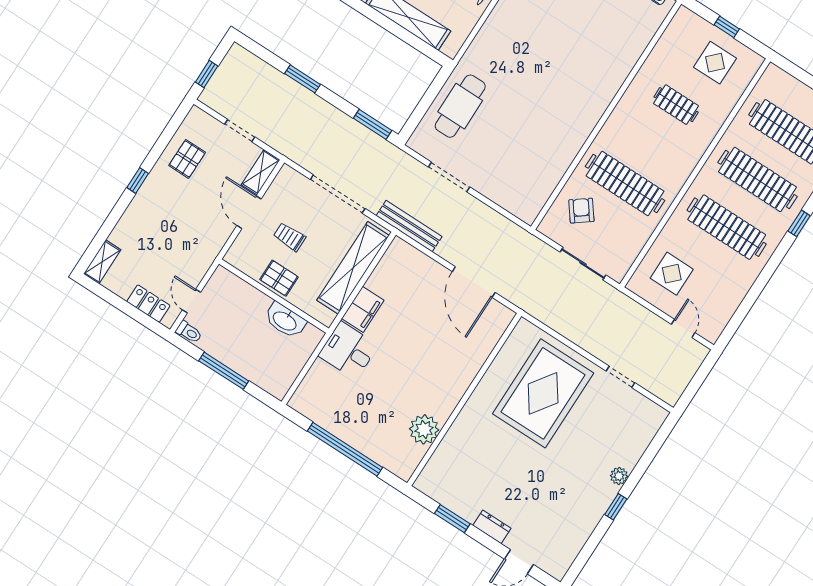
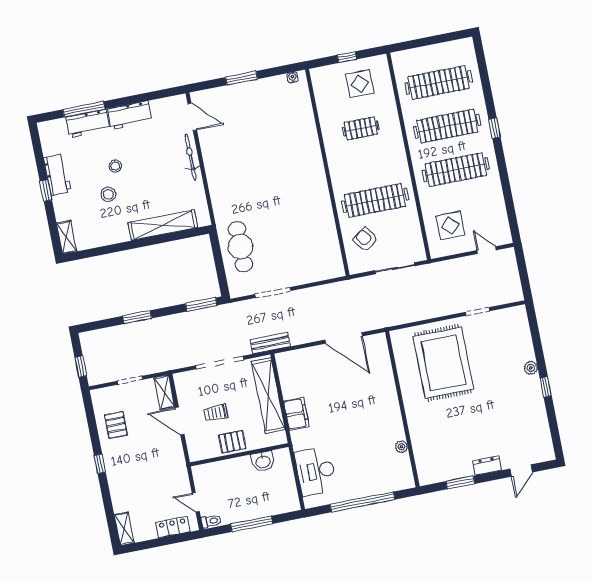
bench: (409, 226) -> (270, 343), width x0.73
washbasin: (285, 320) -> (263, 461), width x0.72
desk: (348, 350) -> (316, 471), moved, width x1.37
plant: (424, 429) -> (401, 447), width x0.53, depth x0.53

